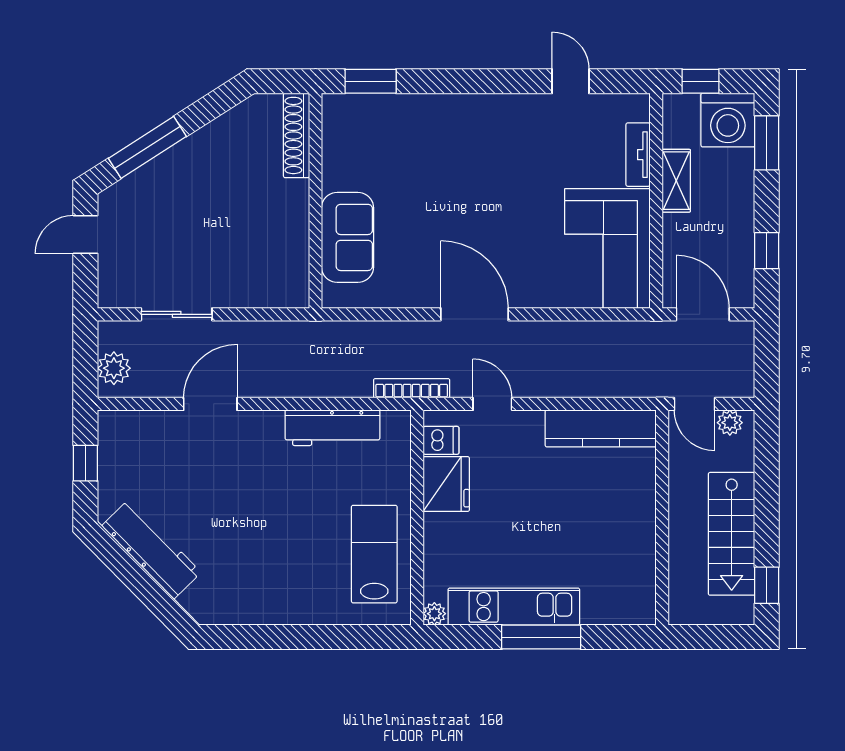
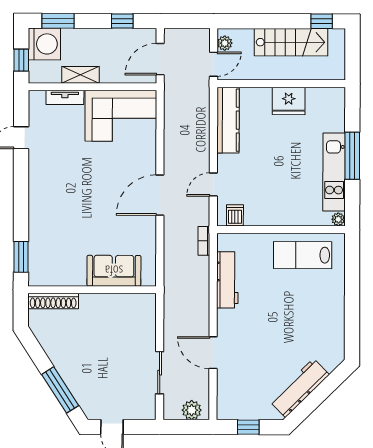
bookcase: (412, 388) -> (204, 241), width x0.64
fridge: (446, 484) -> (289, 101), moved, turned 180

